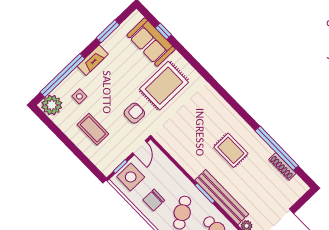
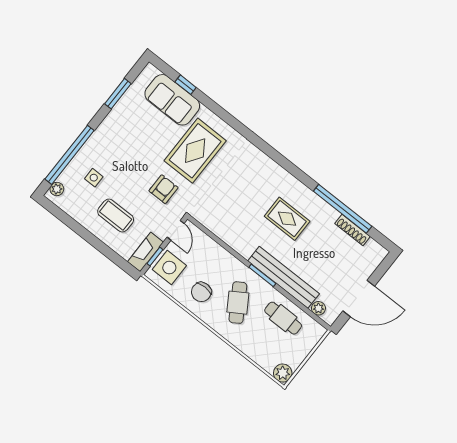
fireplace: (93, 60) -> (145, 252), moved, turned 180
plant: (52, 105) -> (57, 189), width x0.53, depth x0.53

